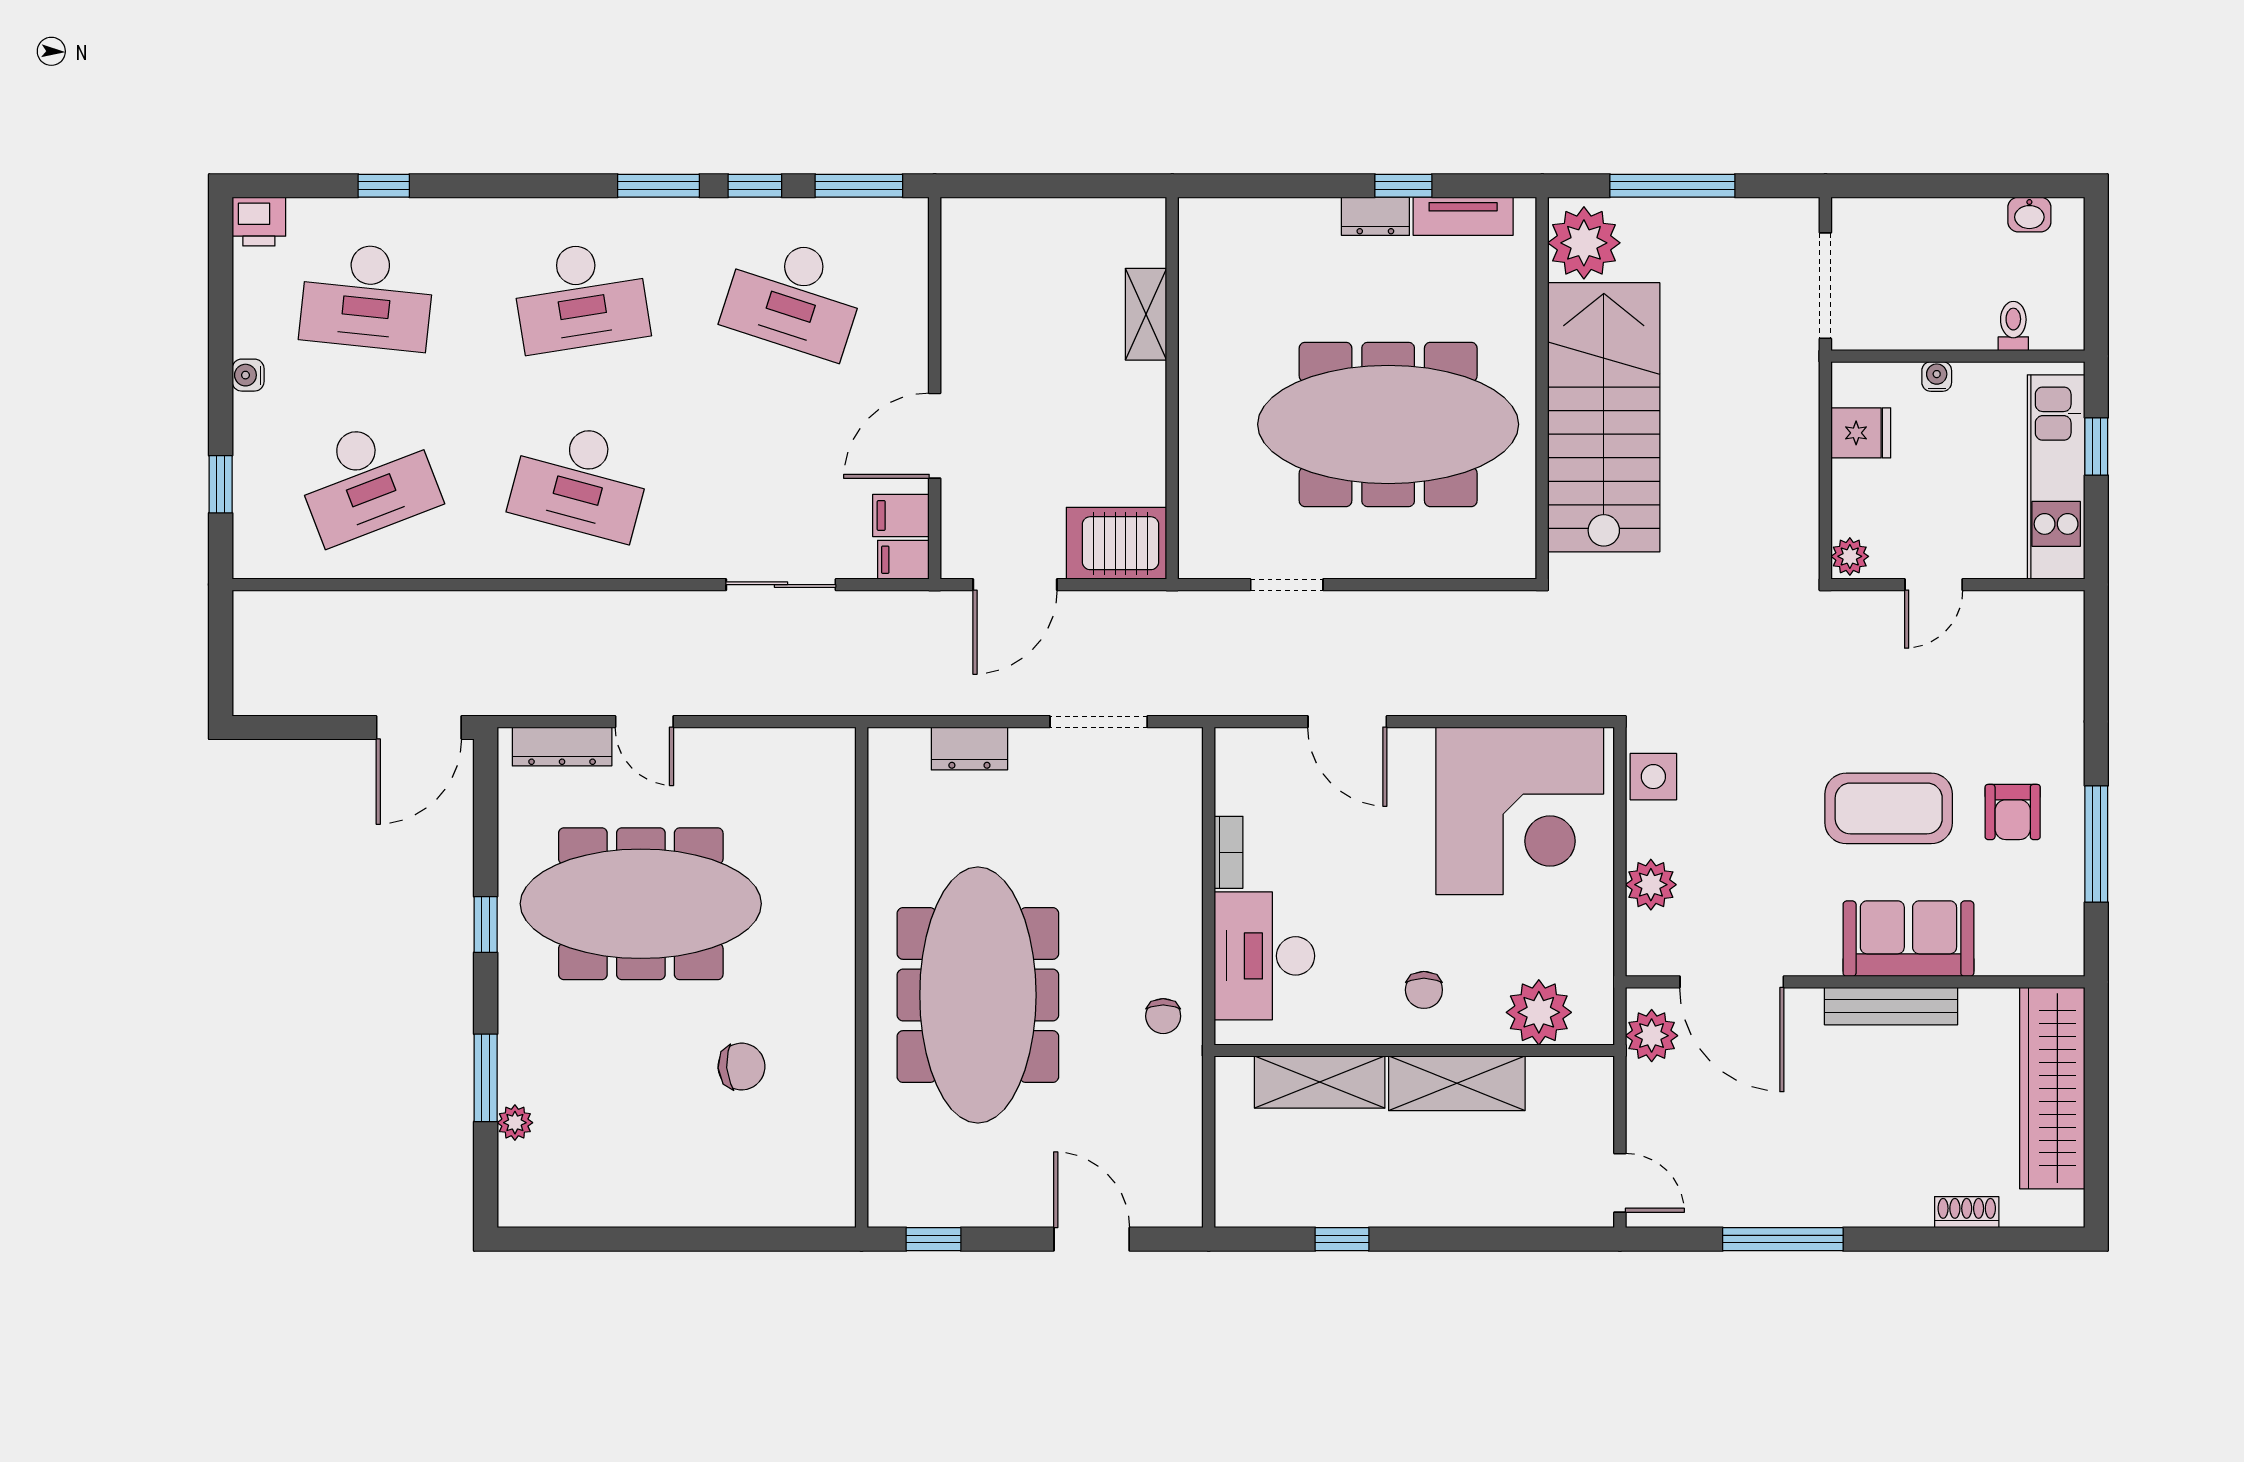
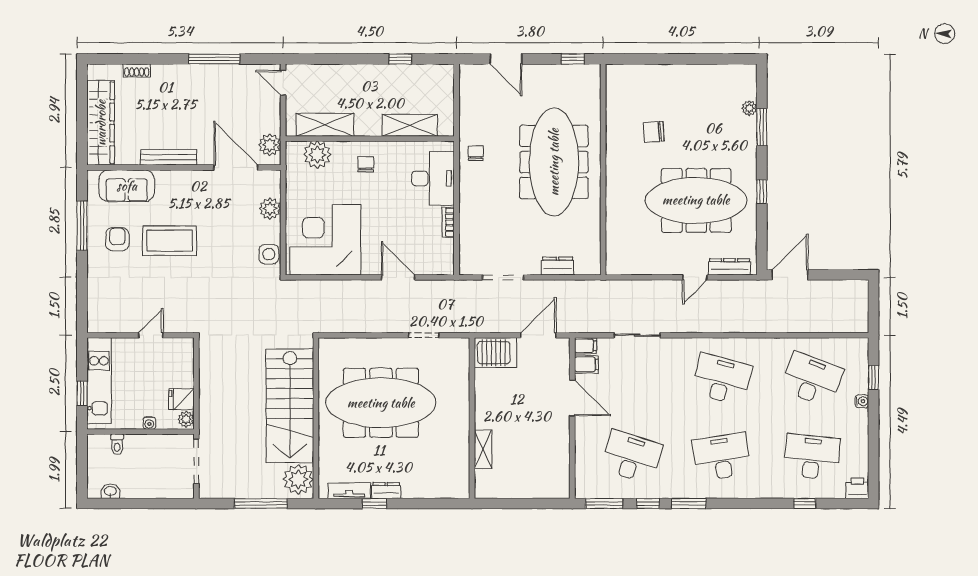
water cooler: (248, 375) -> (862, 401), moved
door: (935, 436) -> (572, 398), hinge flipped
desk: (367, 480) -> (812, 379), turned 42
plant: (1850, 556) -> (186, 419), moved
door: (644, 722) -> (695, 277), swing flipped
sofa: (1908, 939) -> (127, 186), moved
shelving: (1457, 1083) -> (325, 125), moved

